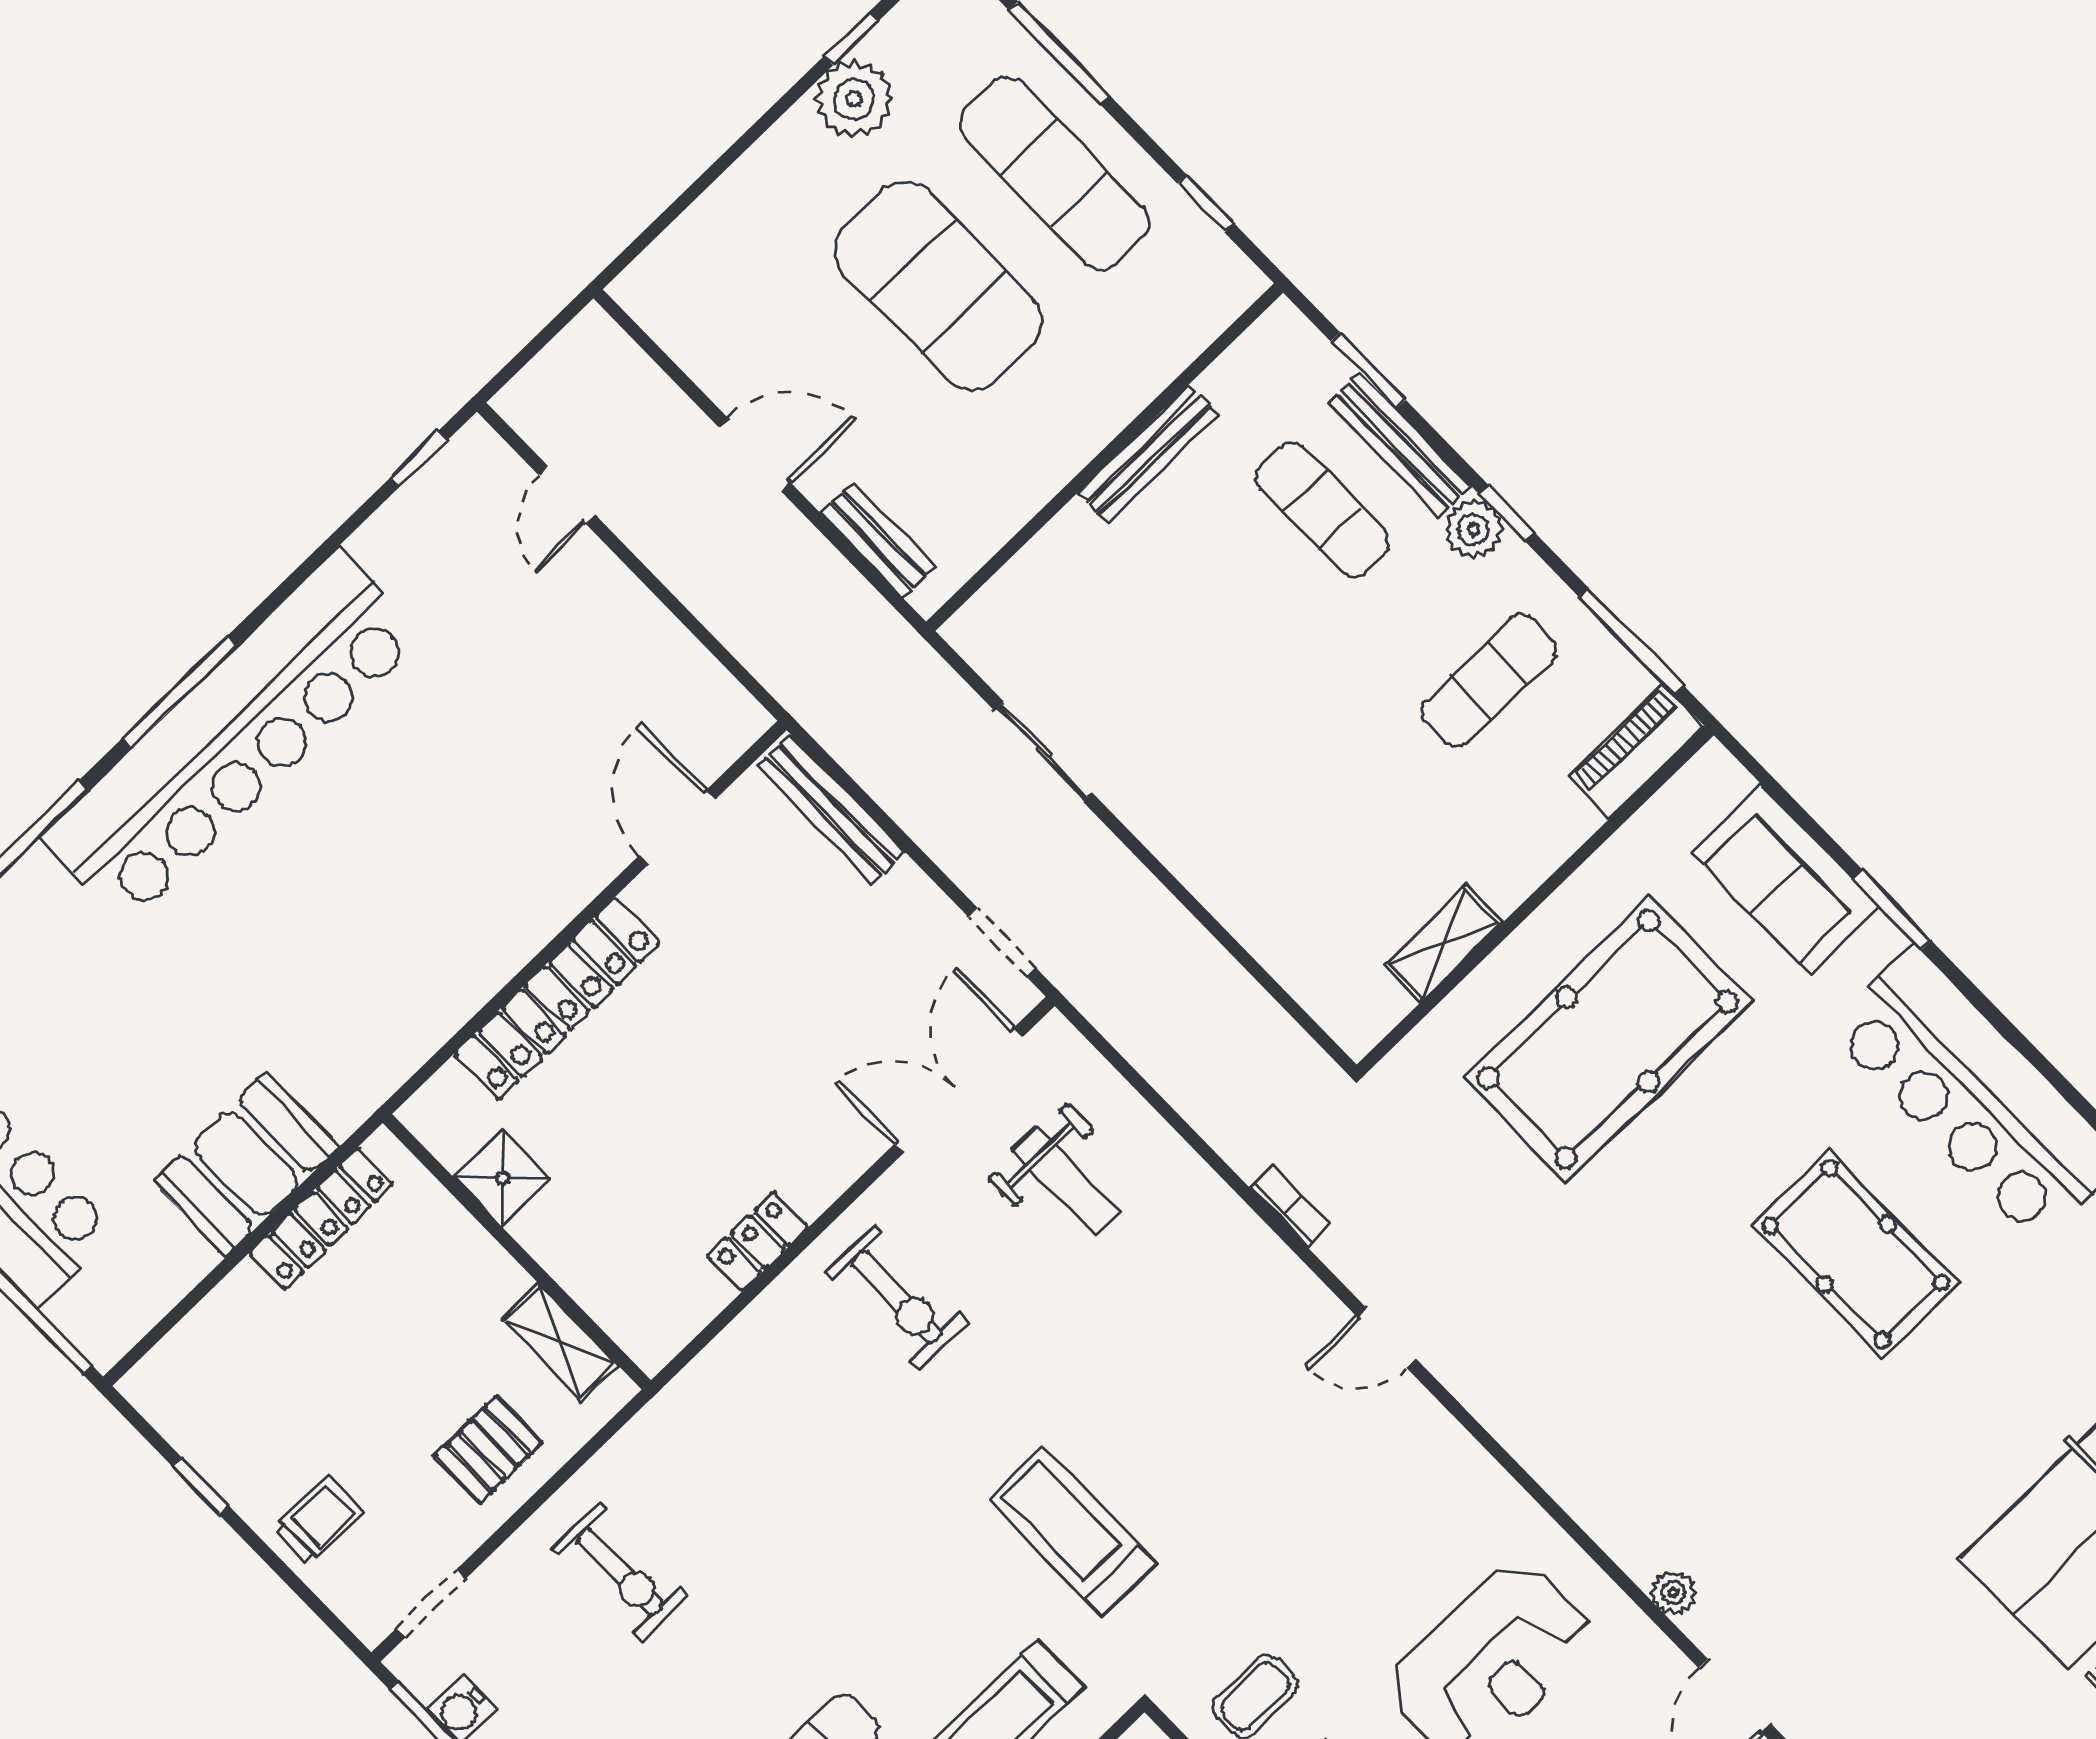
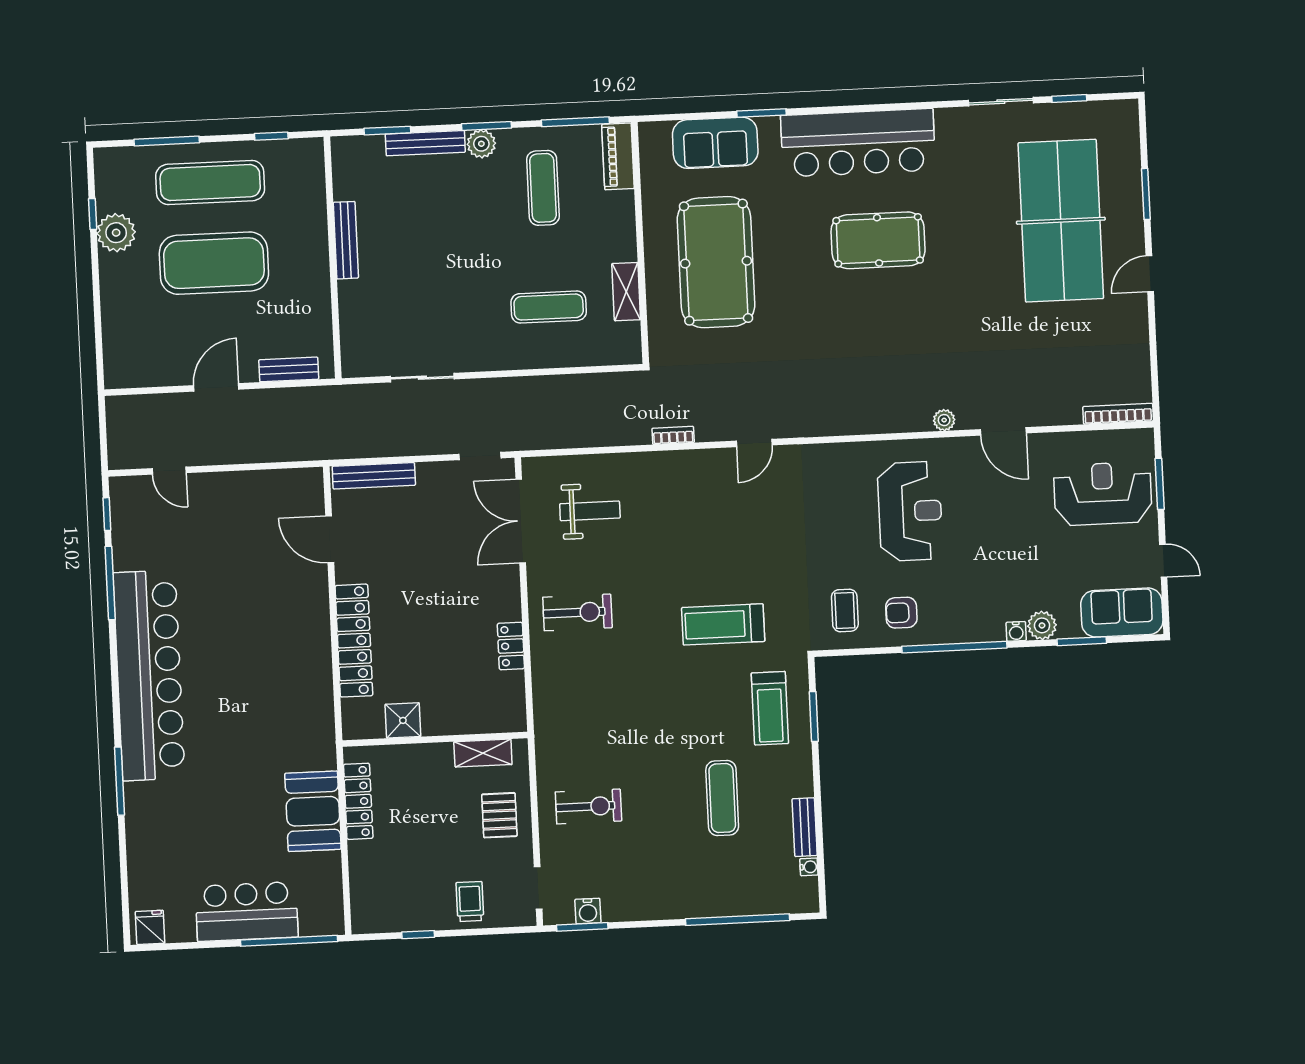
exercise mat: (1323, 510) -> (549, 307), moved
window: (1507, 513) -> (487, 126), width x1.50
window: (179, 692) -> (110, 583), moved

